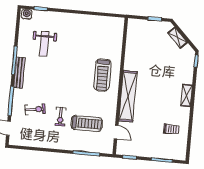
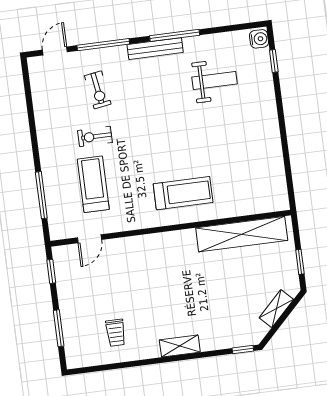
weight bench: (44, 44) -> (215, 80), turned 180
treadmill: (102, 75) -> (183, 193), turned 180
shelving: (128, 96) -> (242, 234), moved
treadmill: (87, 123) -> (93, 184), turned 180

